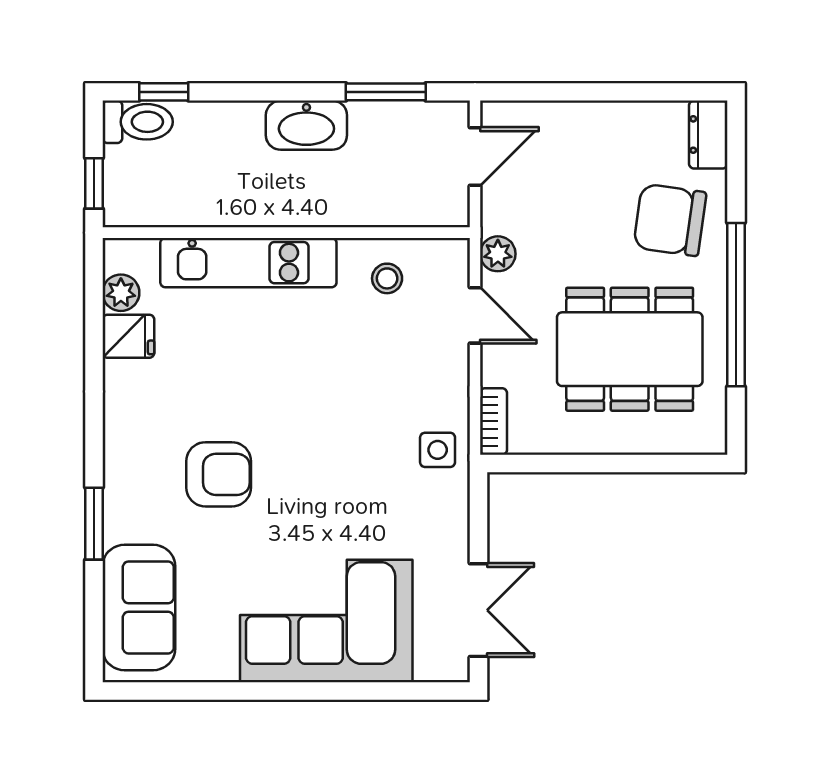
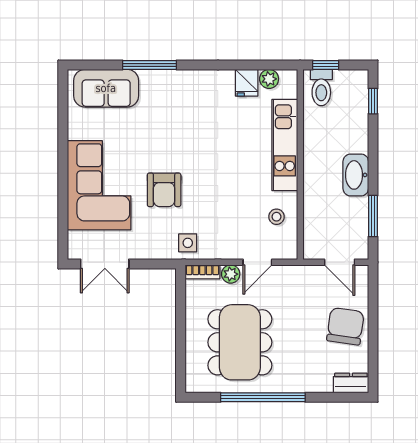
toilet: (138, 122) -> (321, 88), moved
chair: (670, 220) -> (345, 326), moved
plant: (498, 254) -> (231, 274), moved
armchair: (219, 474) -> (164, 190), moved
window: (94, 524) -> (150, 65), width x1.44

